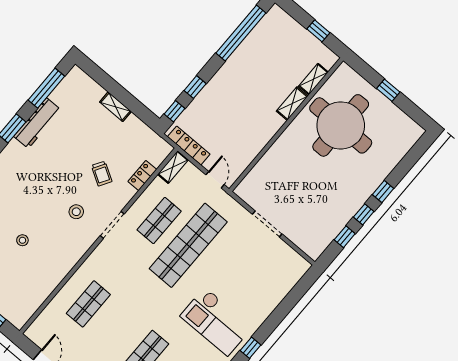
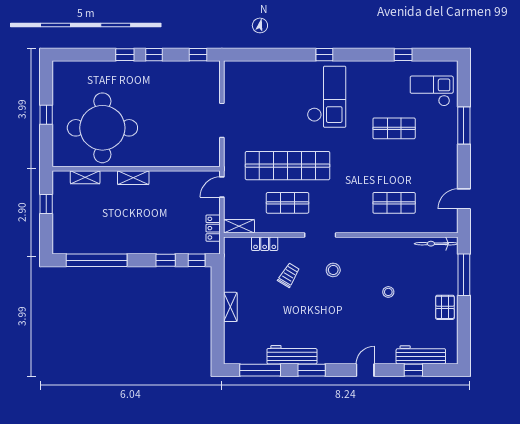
shelving: (292, 104) -> (133, 178), moved
locker: (189, 145) -> (213, 228), width x0.66
window: (345, 237) -> (198, 55), moved
bicycle: (28, 310) -> (436, 244), added

